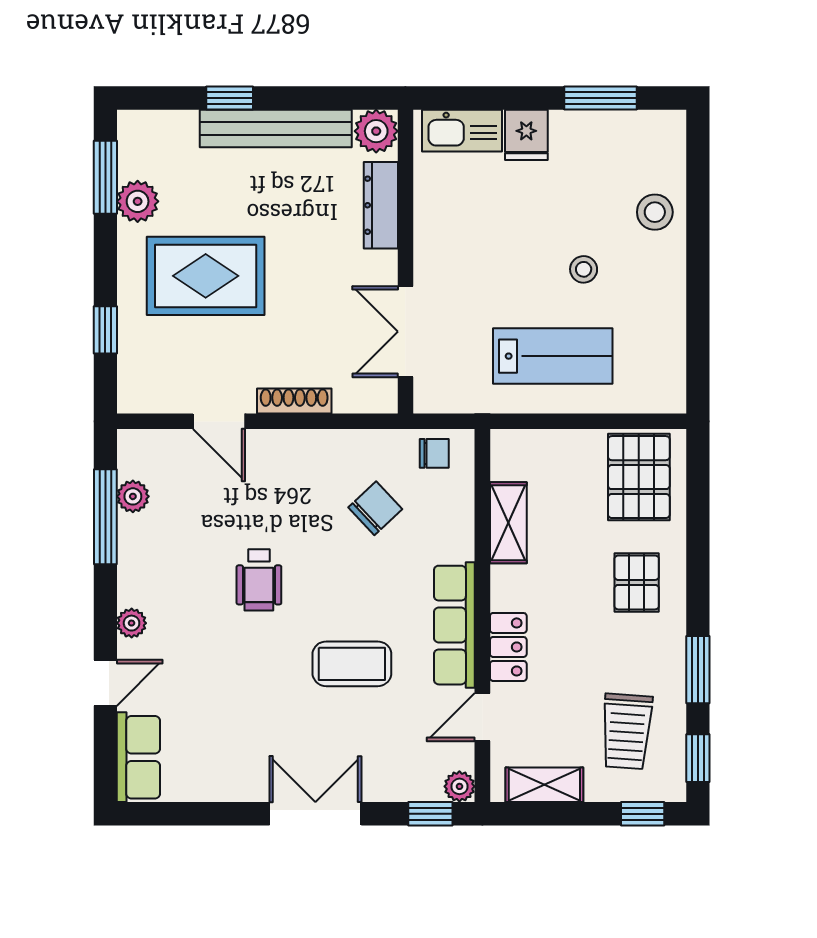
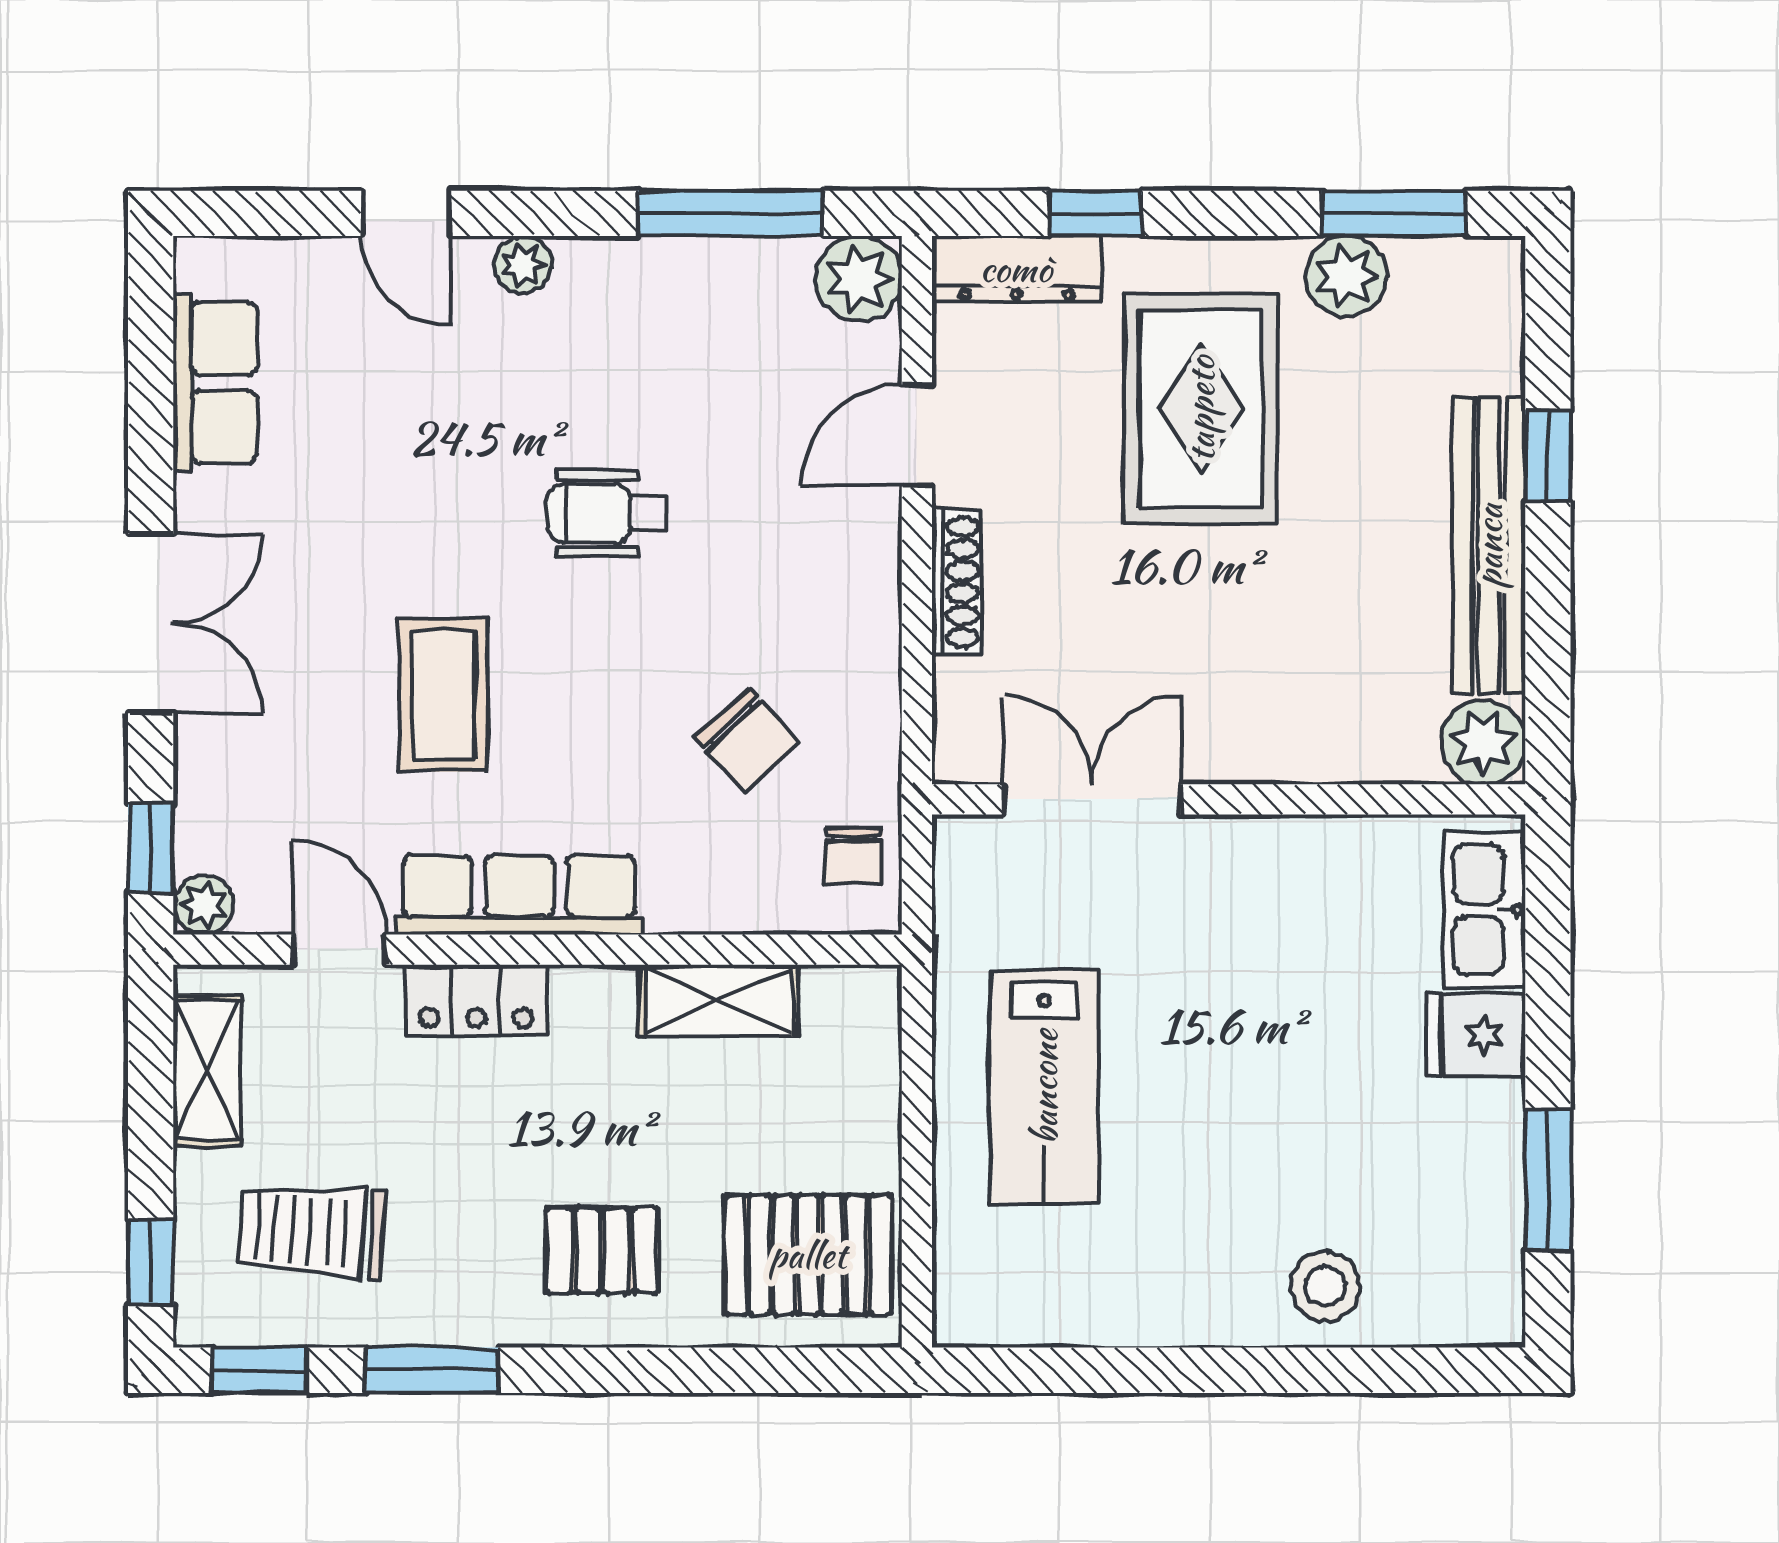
dresser: (381, 205) -> (1016, 269), moved, turned 180
stool: (584, 269) -> (1214, 1147), removed
plant: (133, 496) -> (859, 279), moved, width x1.38, depth x1.38
row of seats: (138, 757) -> (215, 383), moved, turned -90

